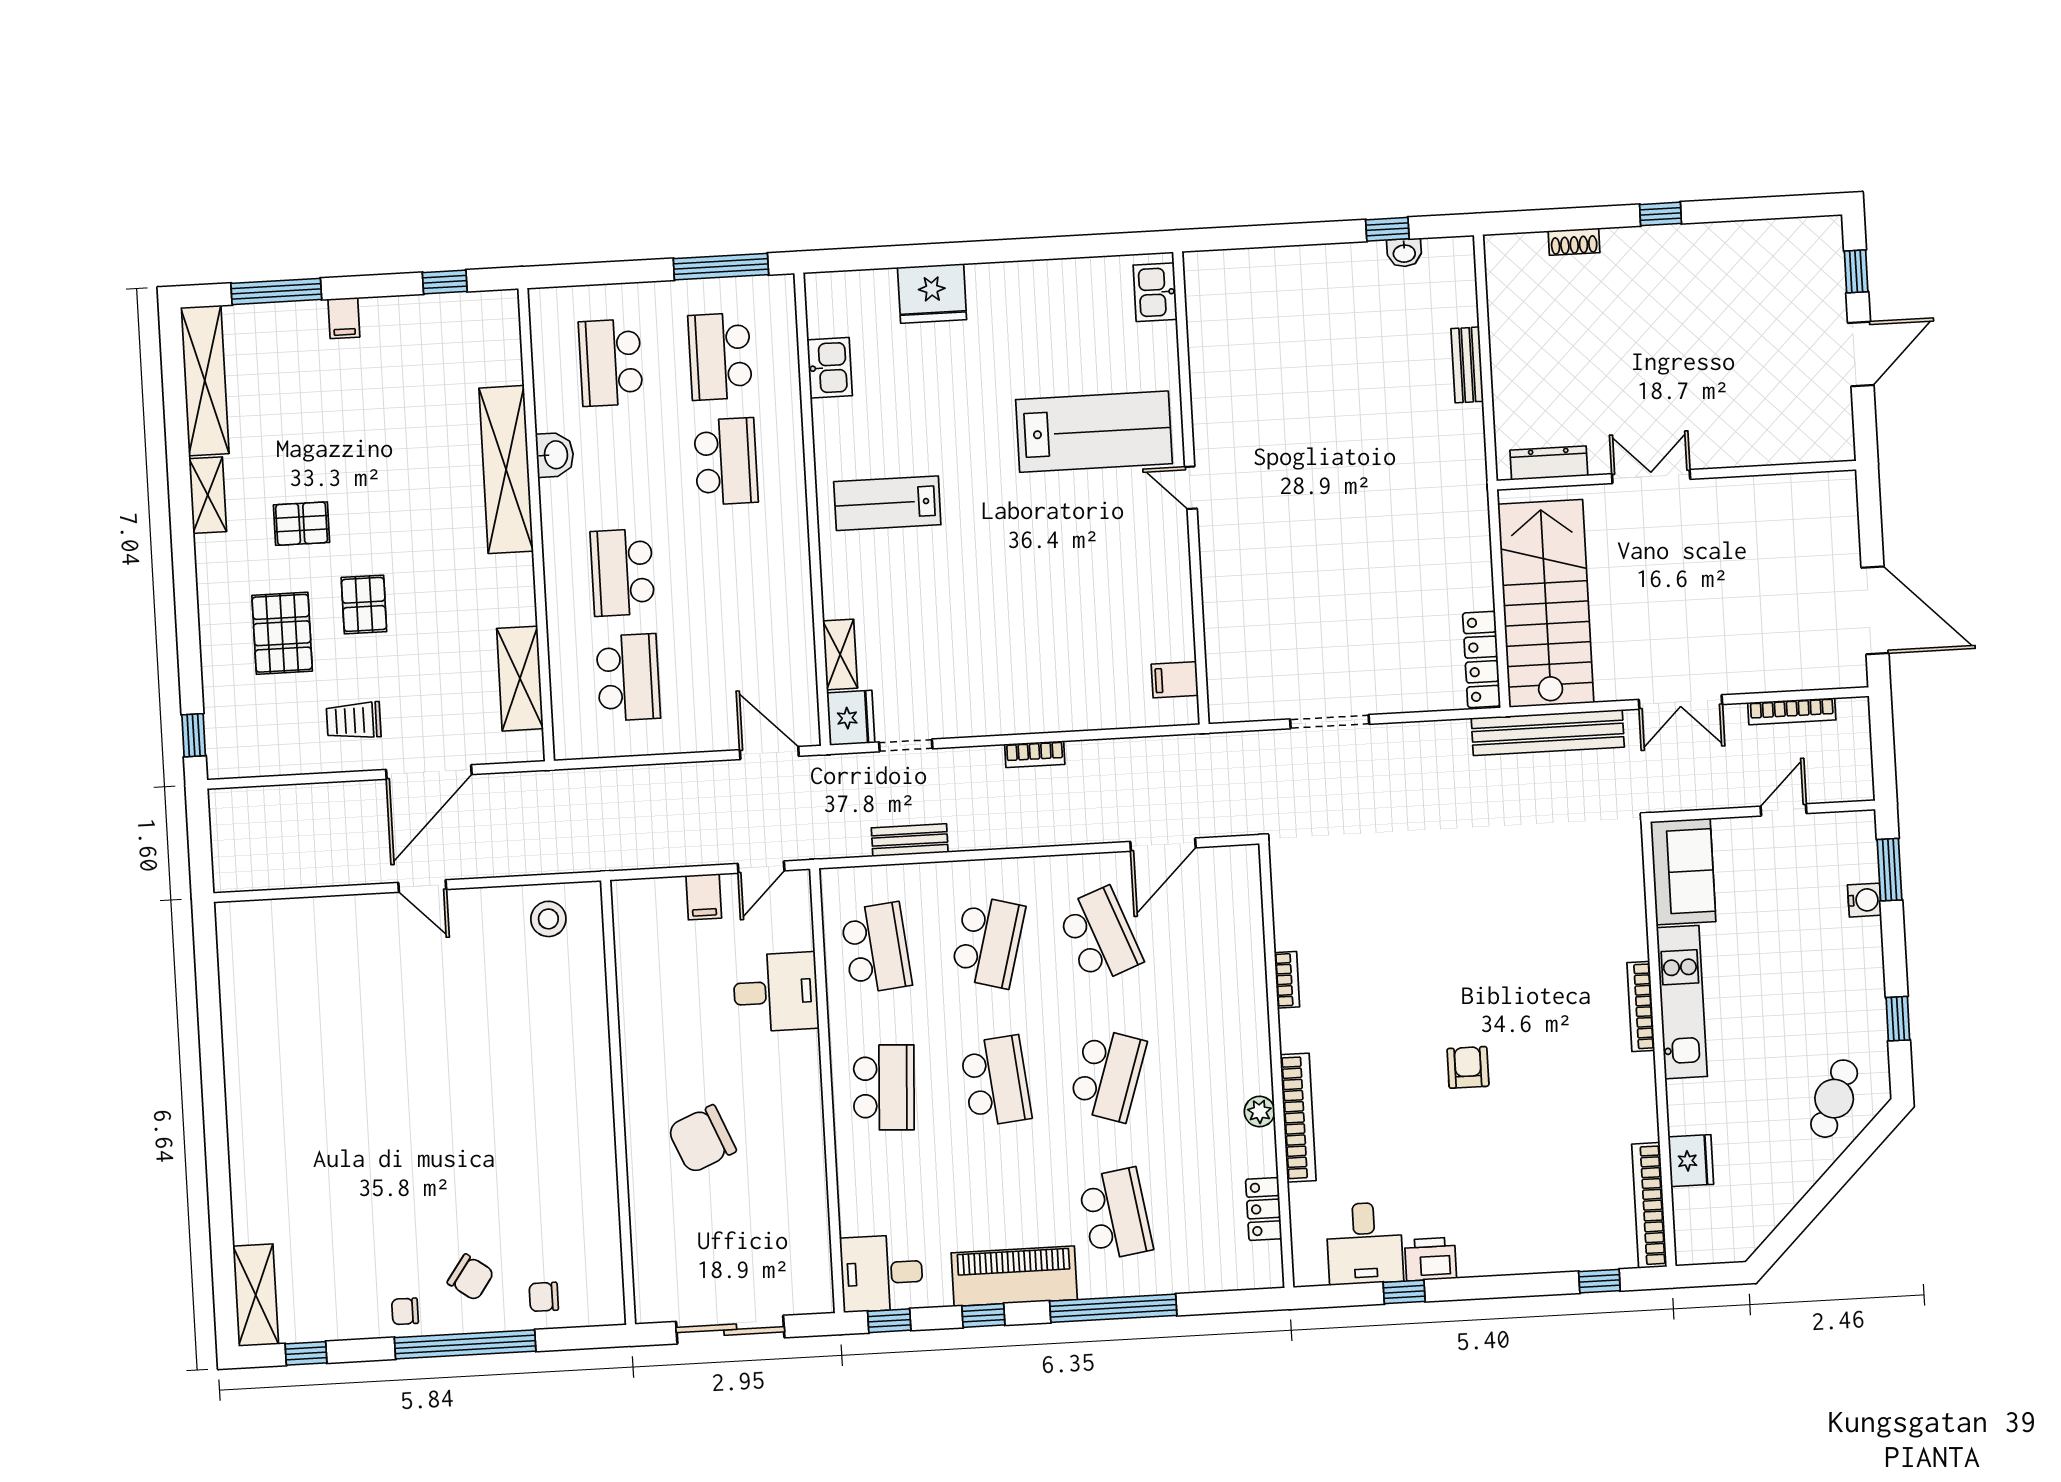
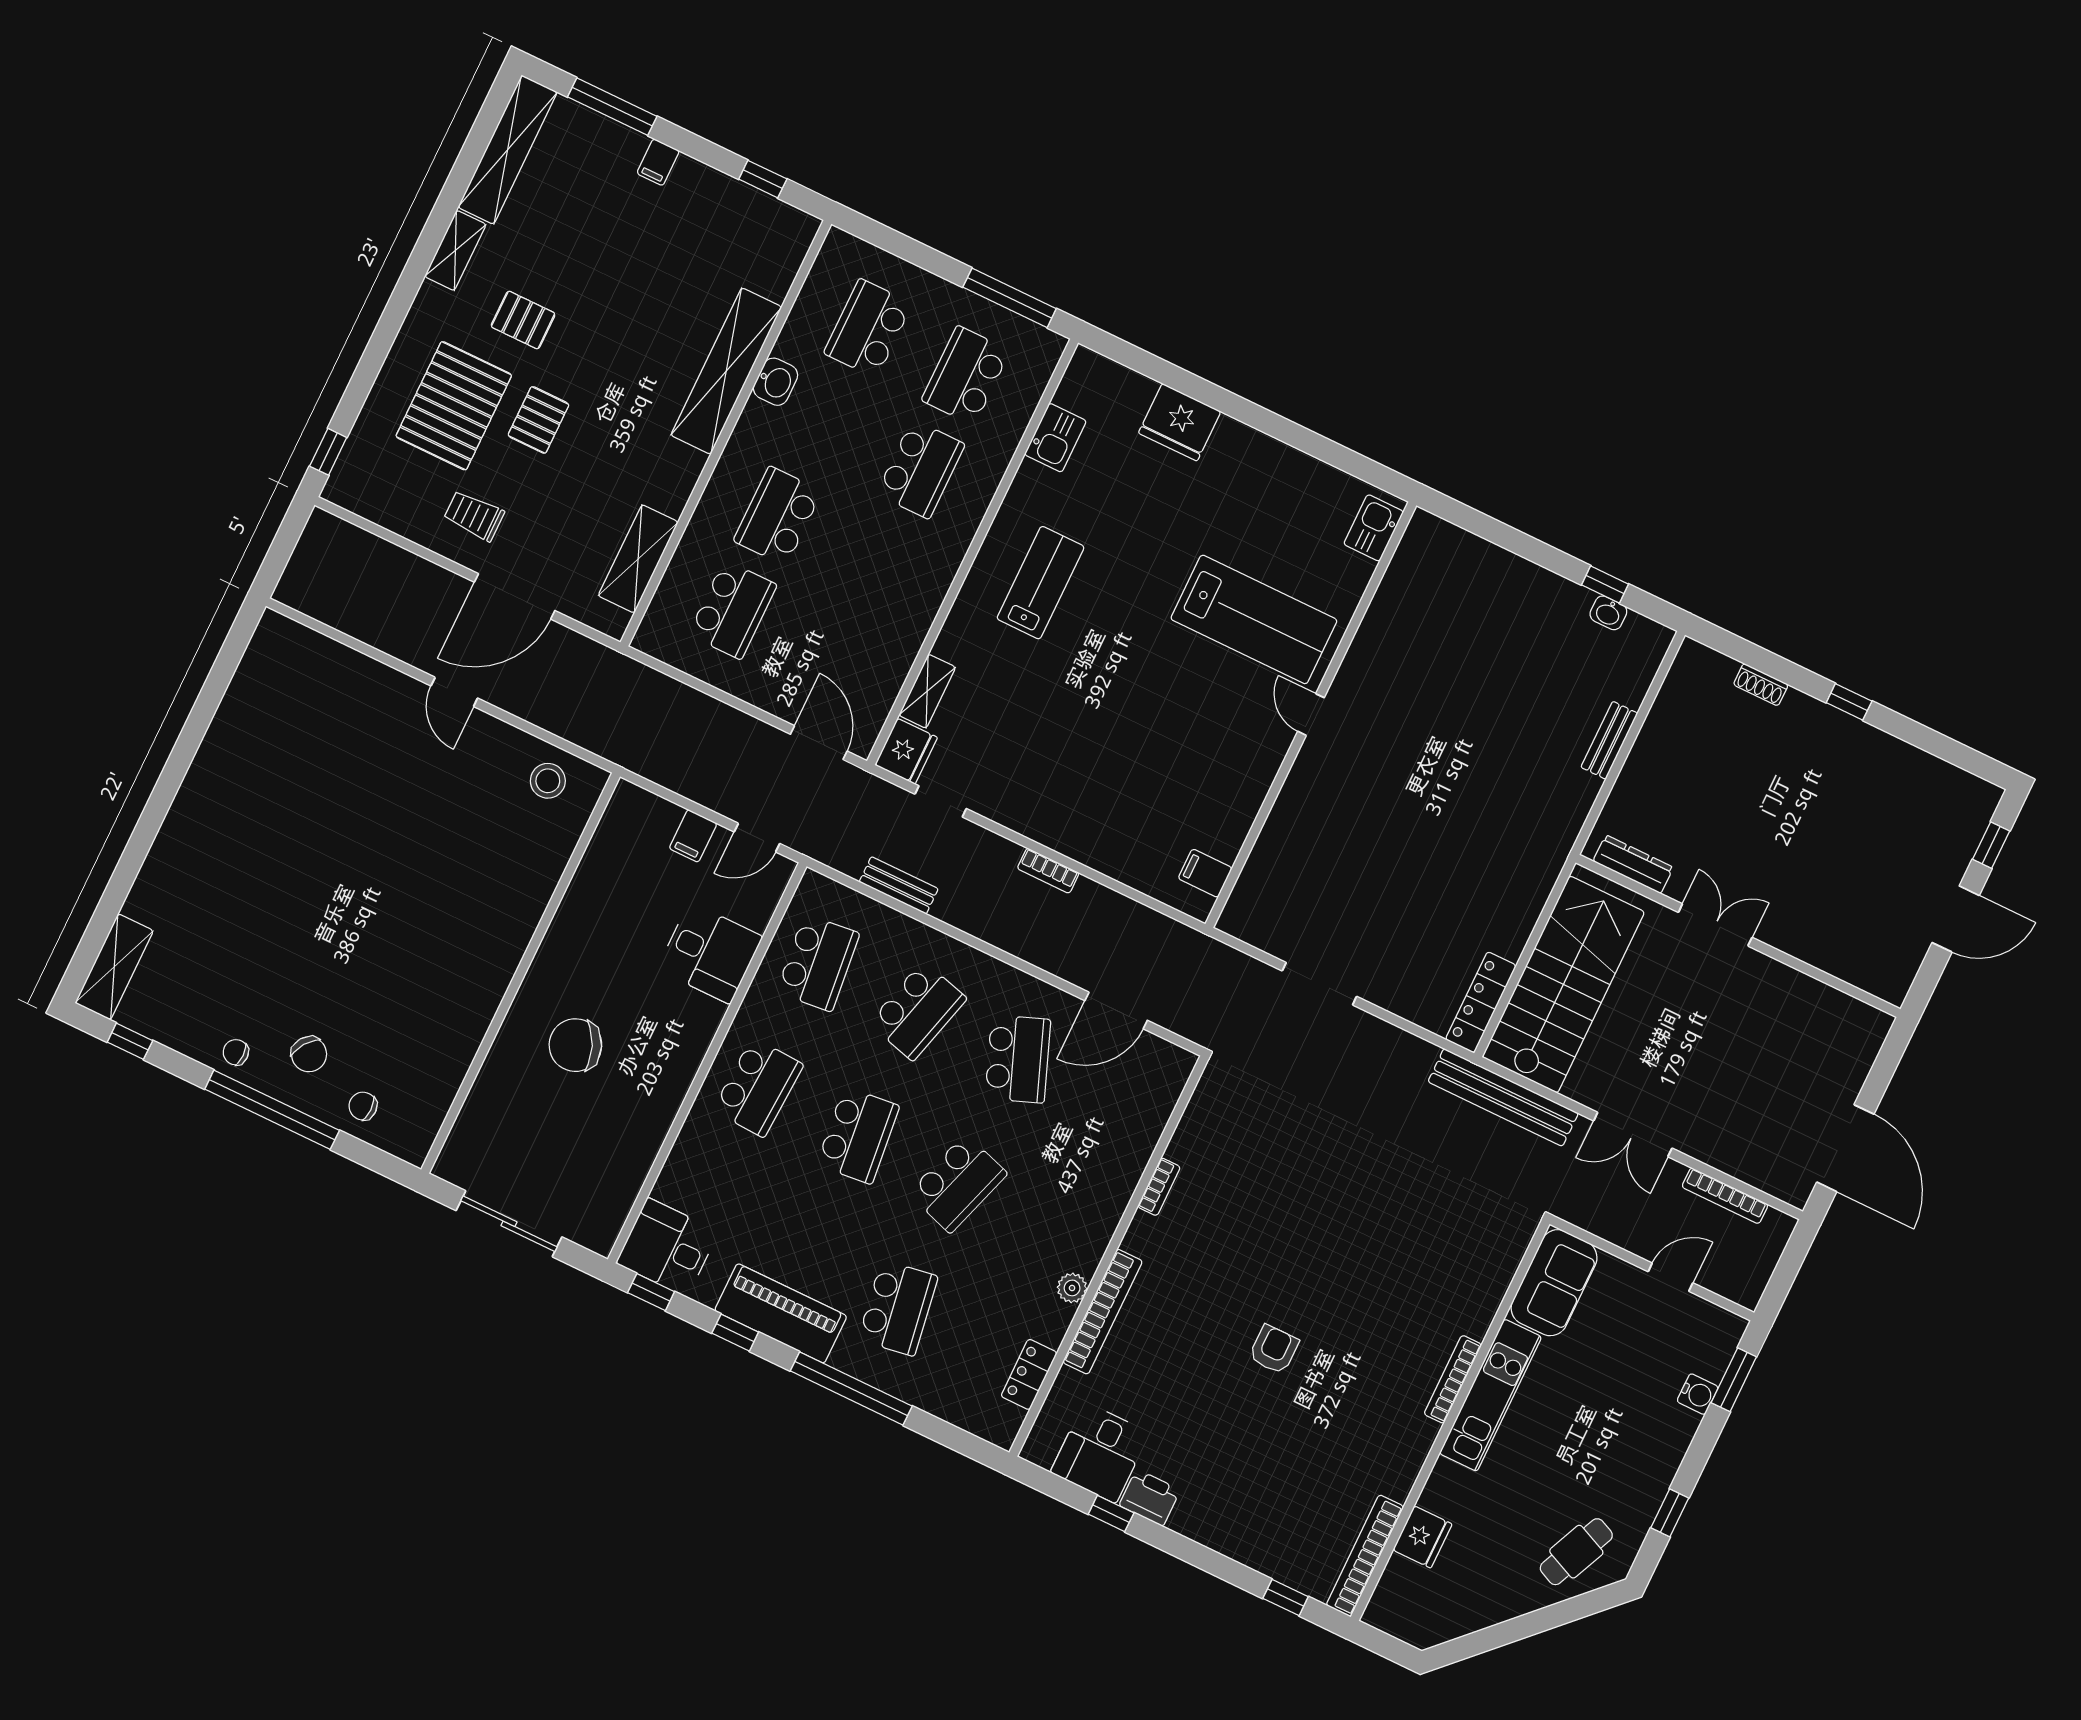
lab bench: (887, 503) -> (1041, 583), turned 90
pallet: (282, 633) -> (454, 406), width x1.37, depth x1.41

